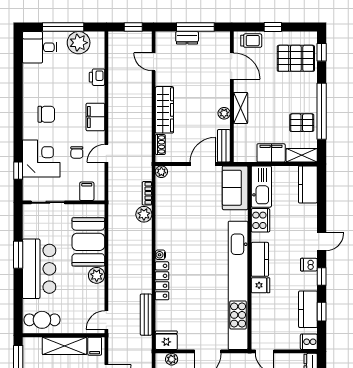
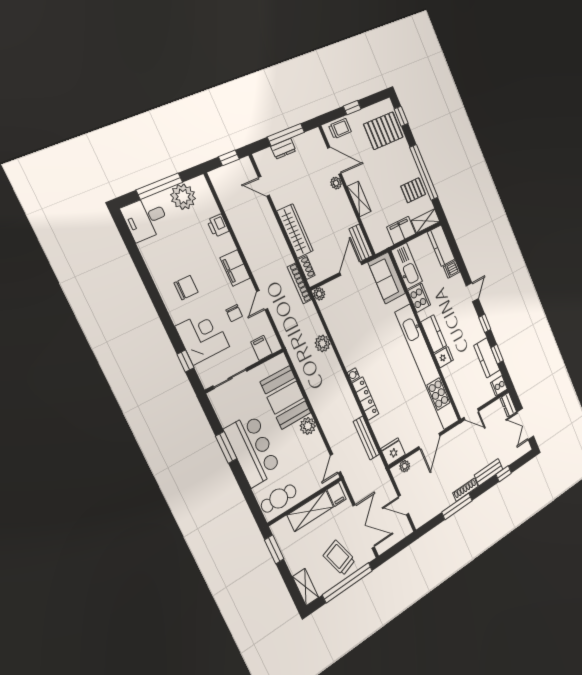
plant: (224, 113) -> (336, 183), moved
bookcase: (147, 193) -> (299, 283), moved, width x1.56
dishwasher: (309, 265) -> (452, 269), moved

